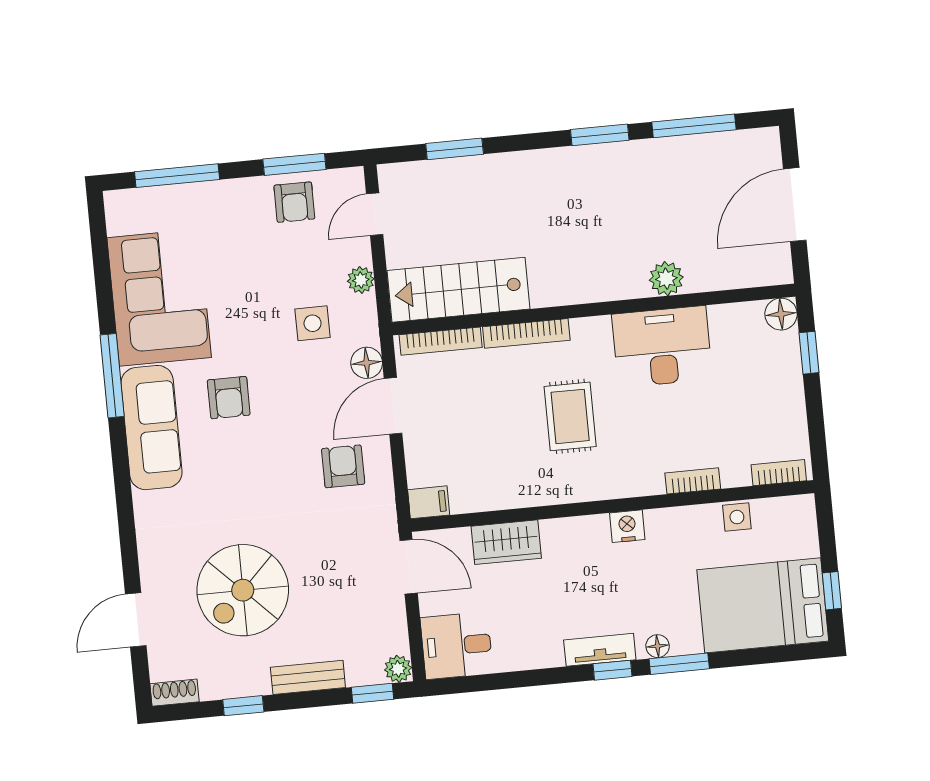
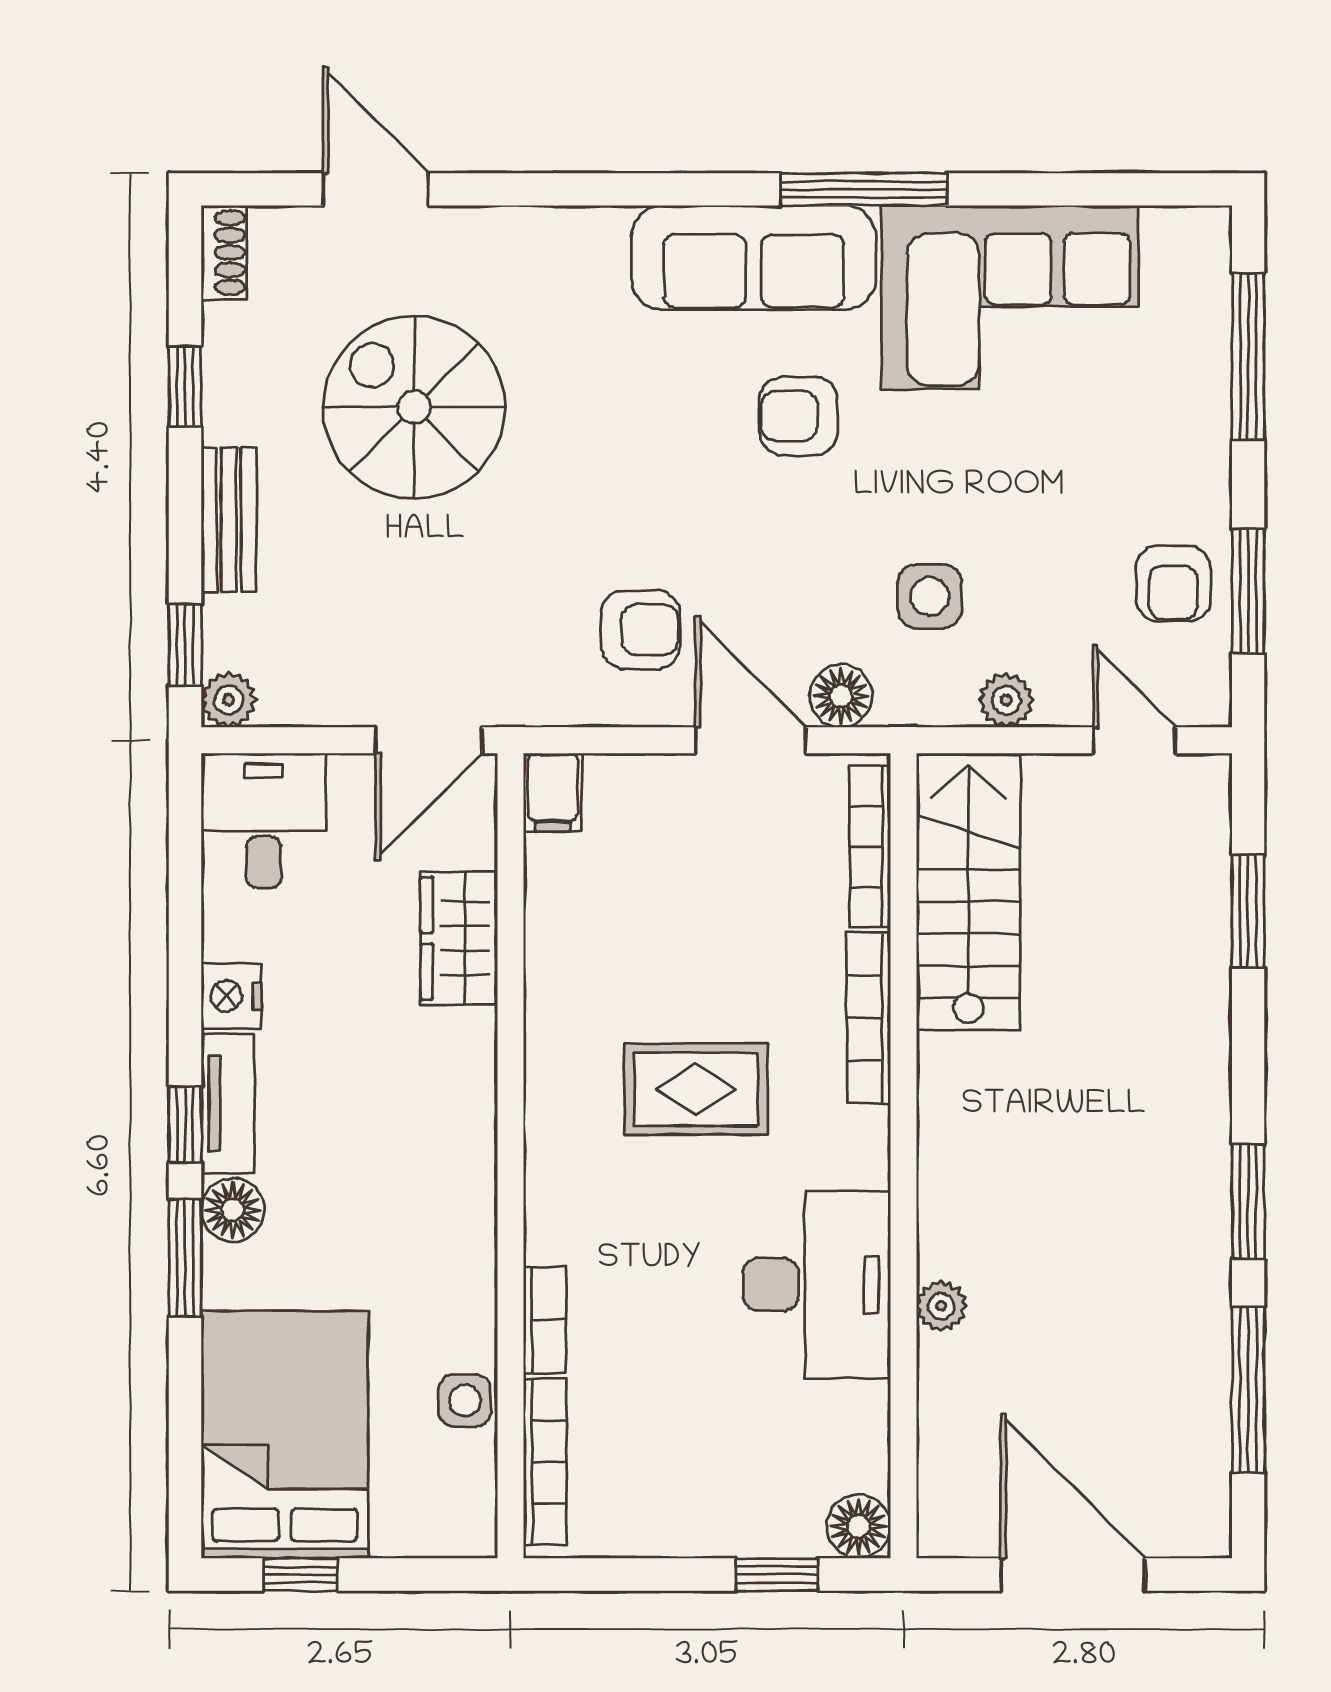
armchair: (294, 202) -> (1173, 584), turned -90
plant: (666, 279) -> (941, 1306), width x0.73, depth x0.73
bookcase: (779, 473) -> (545, 1462), width x1.56
nightstand: (627, 526) -> (231, 996), moved, turned 180
floor lamp: (658, 646) -> (233, 1210), width x1.37, depth x1.37

